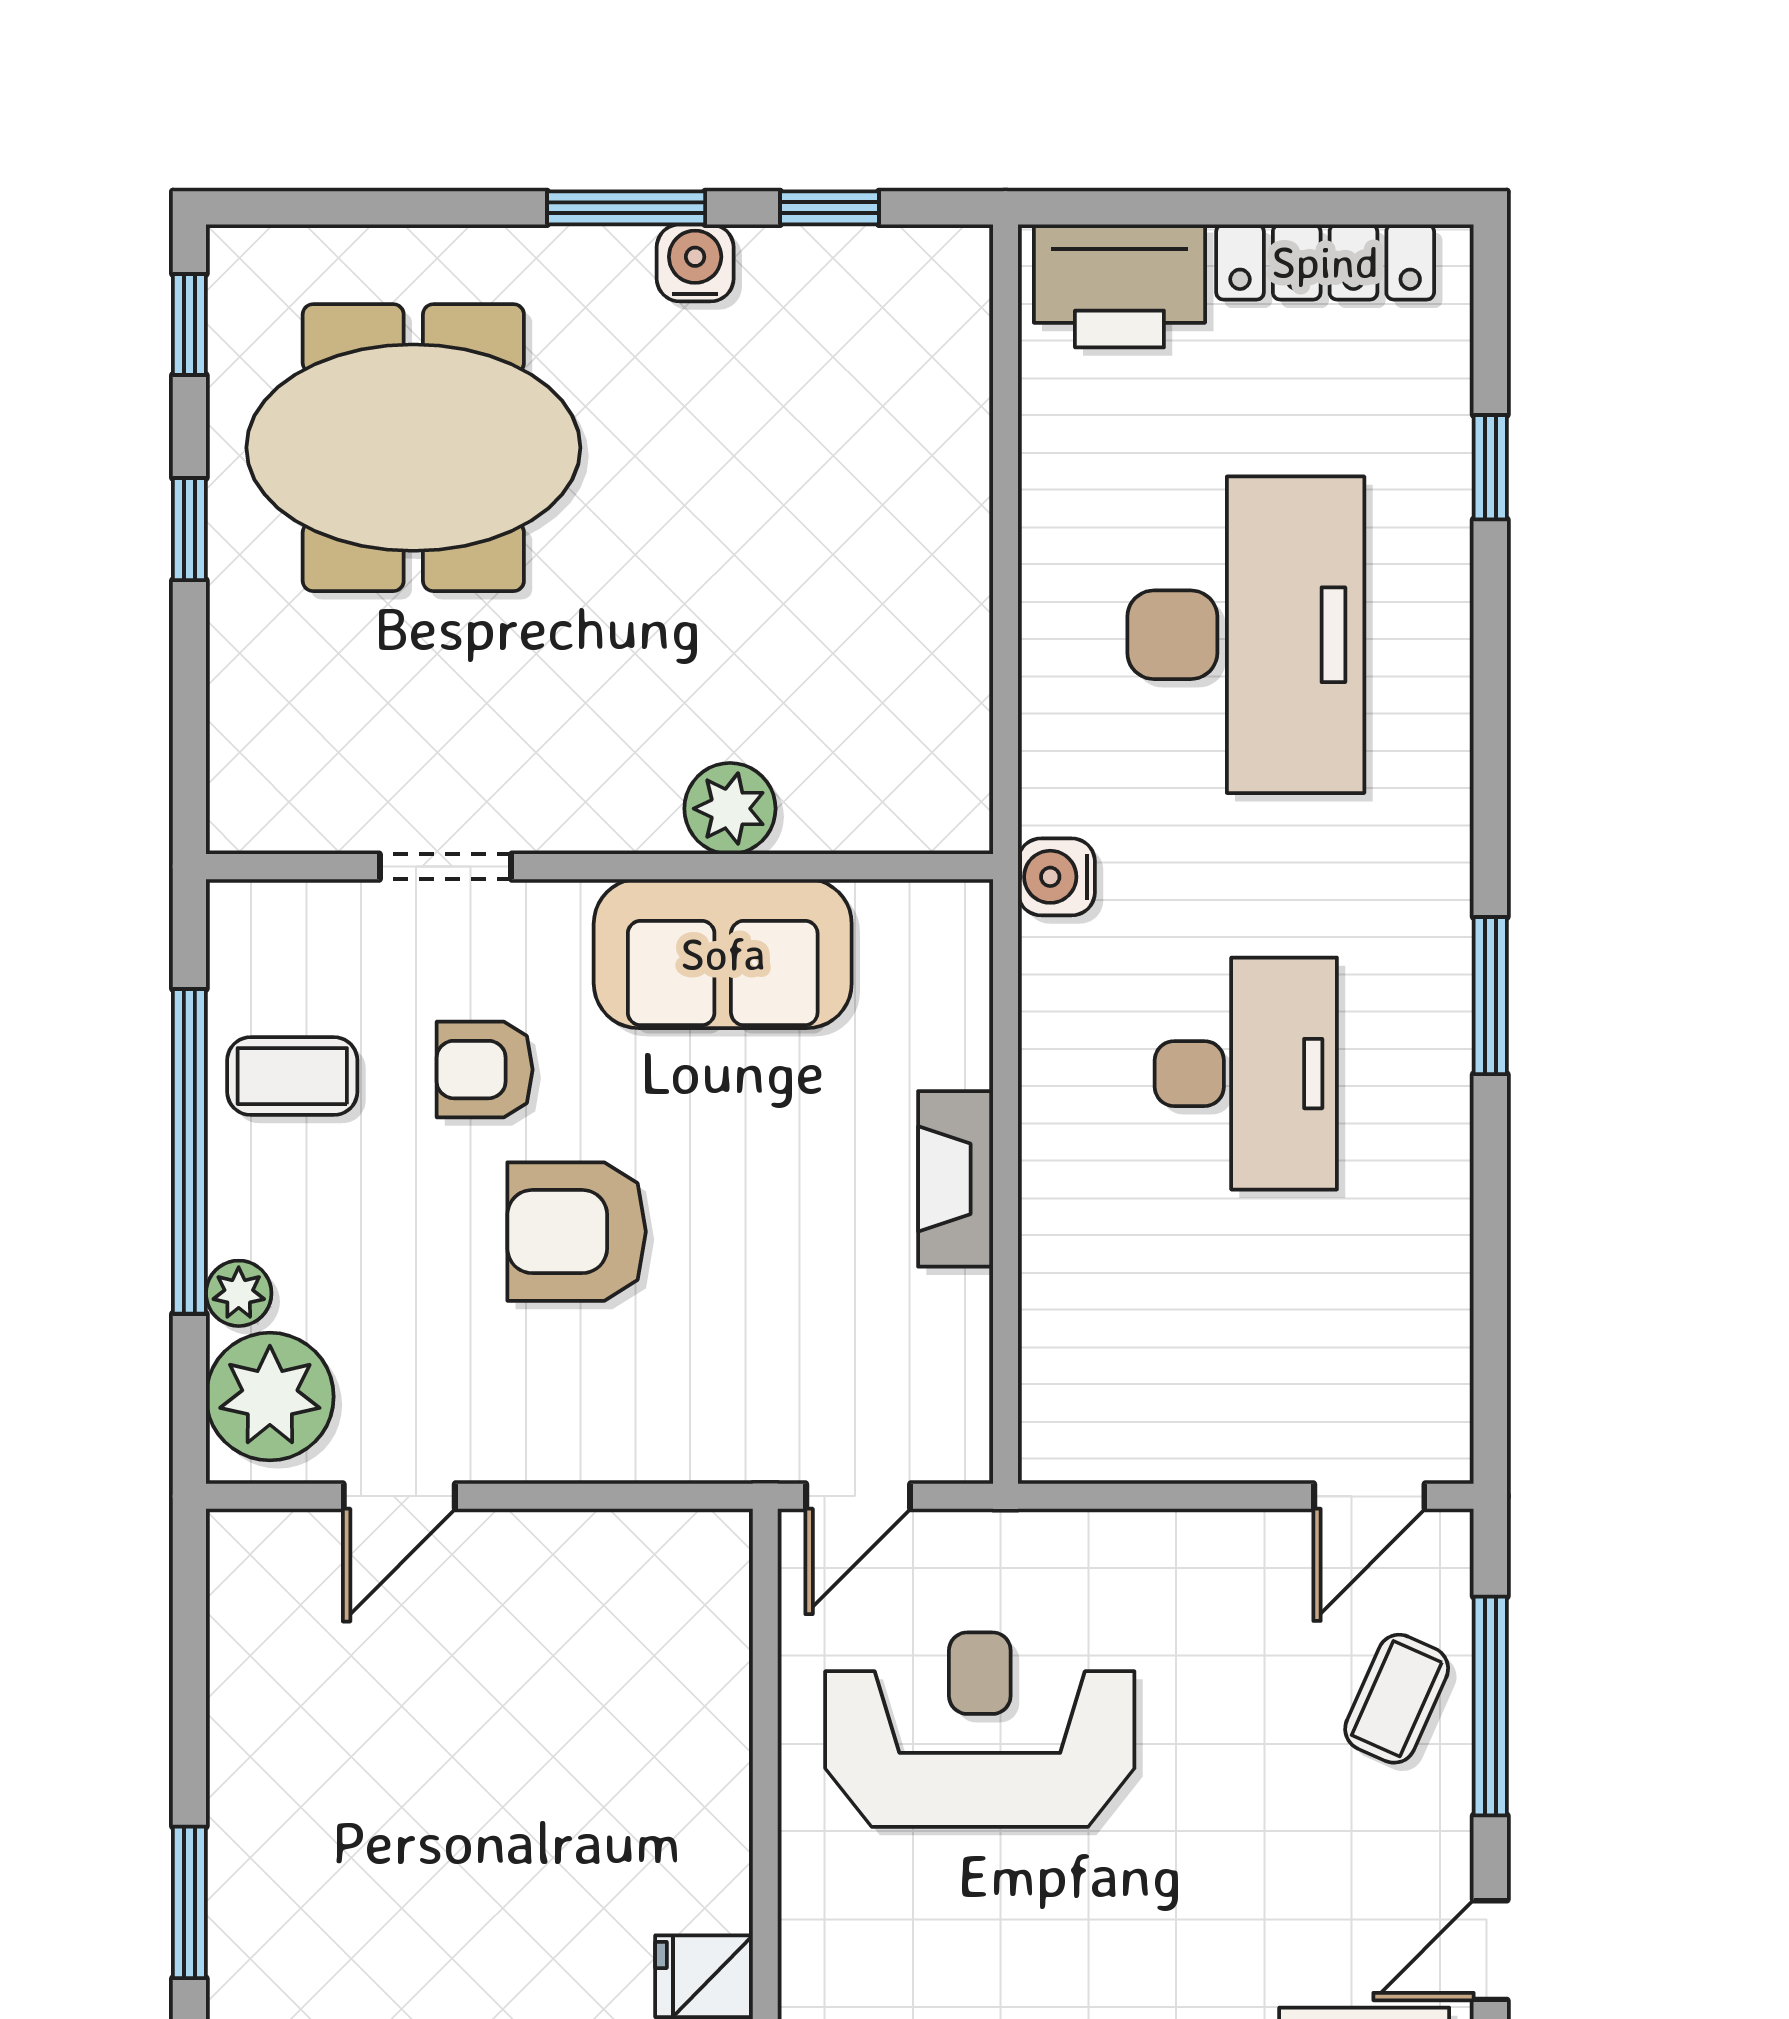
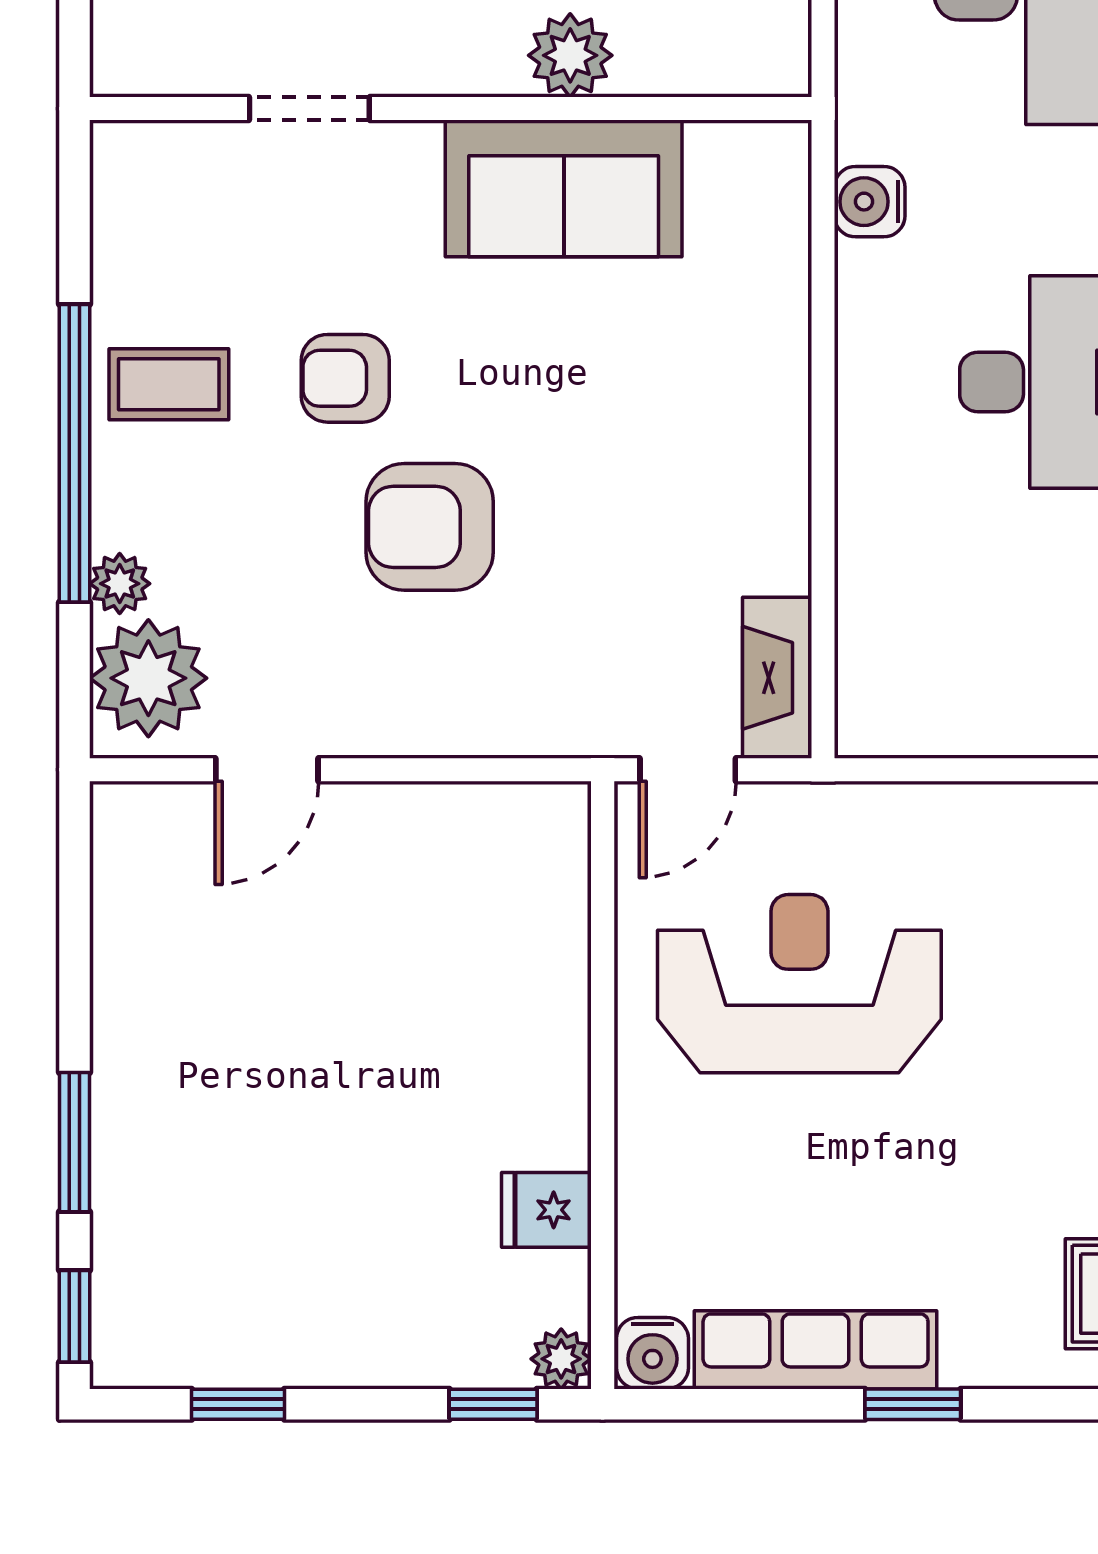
plant: (730, 809) -> (570, 55), moved
doorway: (446, 867) -> (309, 109), moved
wall: (600, 867) -> (451, 109), moved
sofa: (723, 954) -> (564, 188), moved
fireplace: (956, 1179) -> (777, 678), moved

